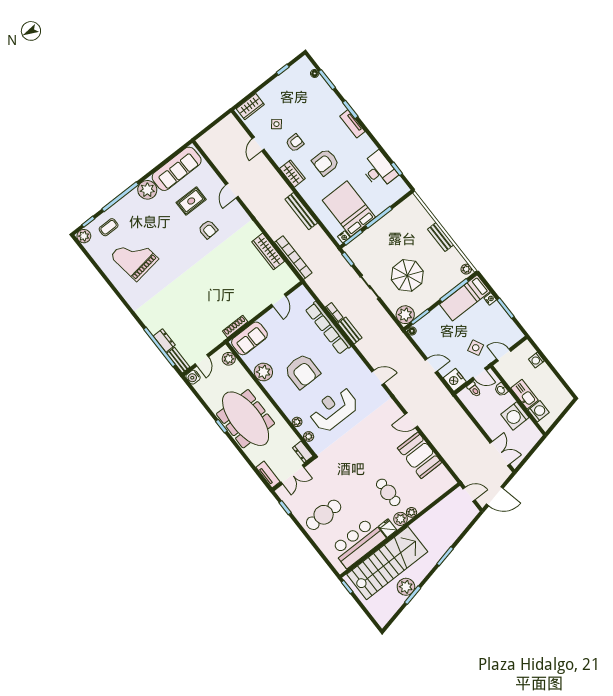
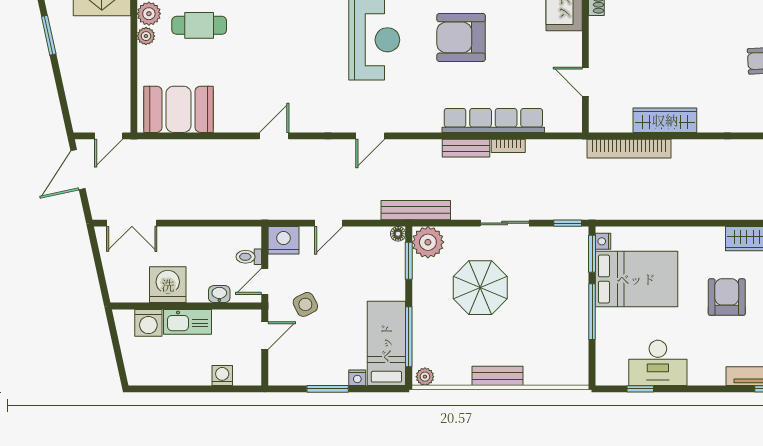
bench: (301, 211) -> (416, 210), moved
booth: (420, 455) -> (179, 109), moved

